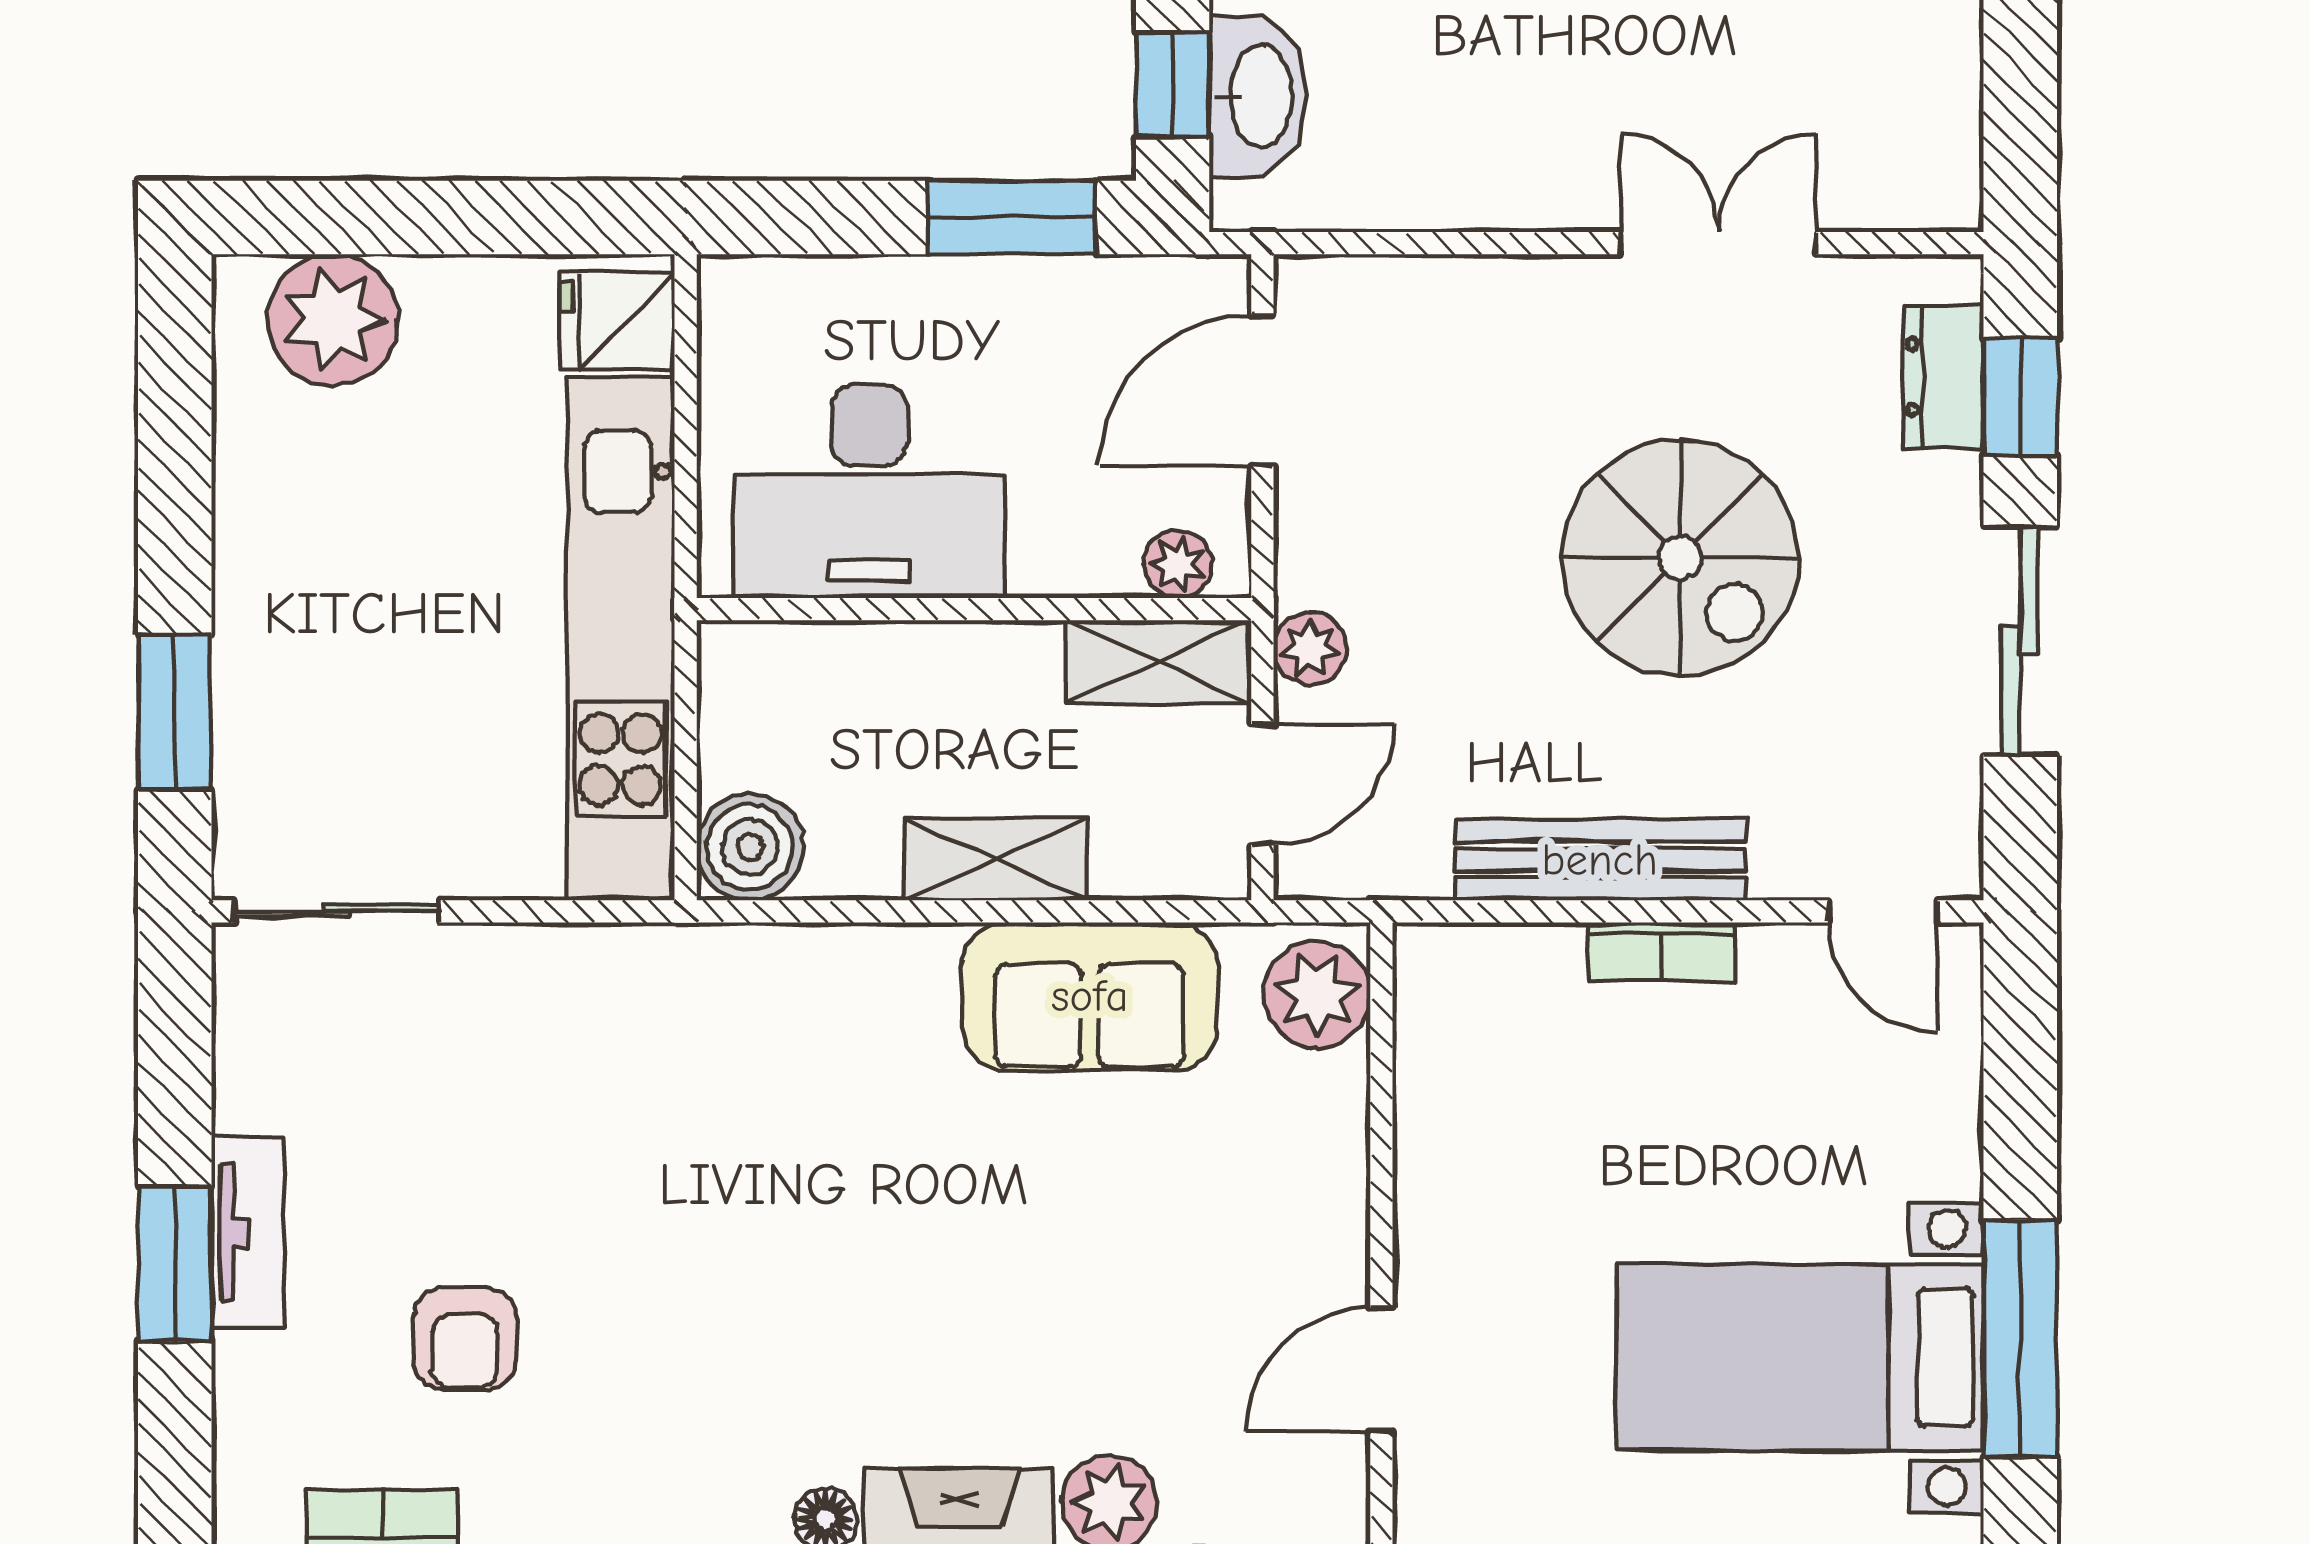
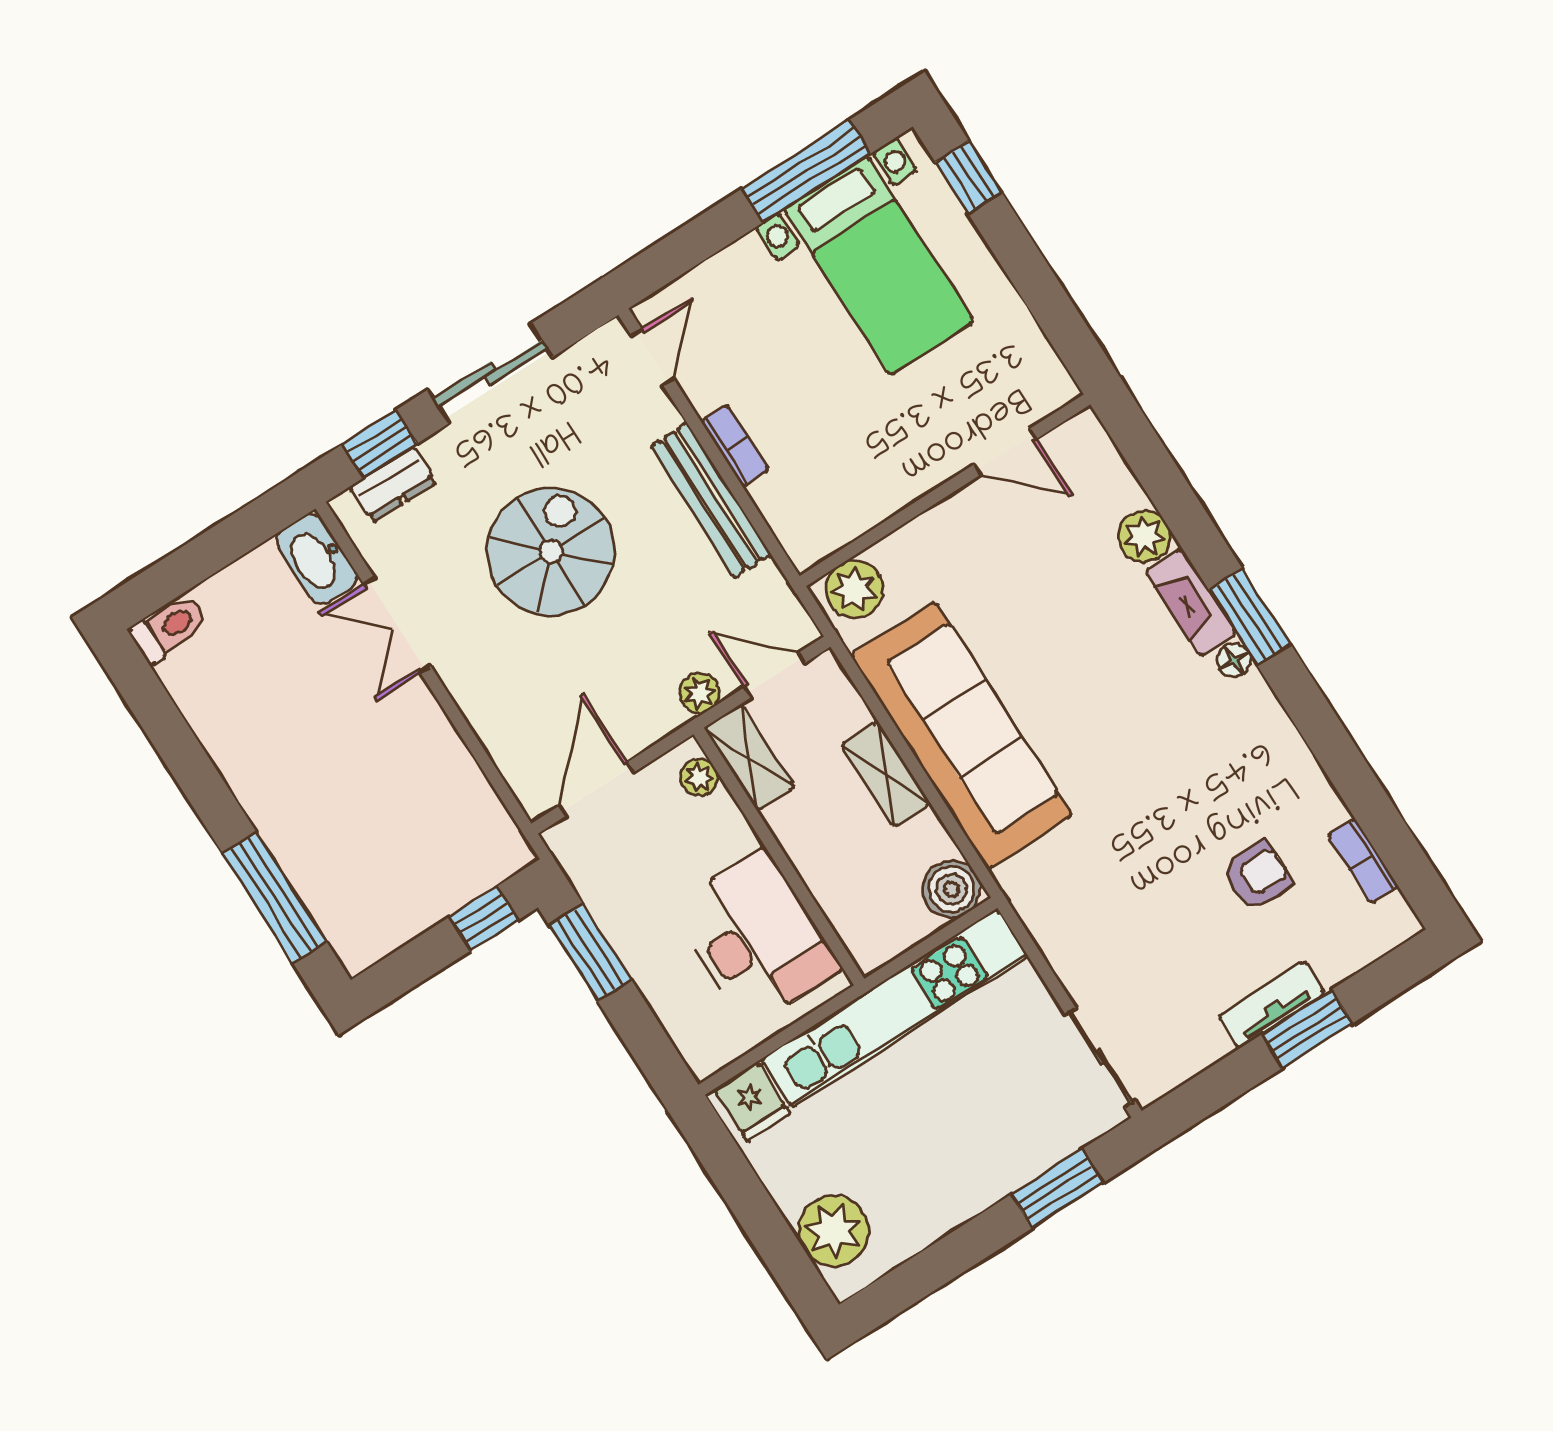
washbasin: (1258, 96) -> (317, 559), moved, turned -90
door: (1262, 391) -> (596, 789), swing flipped
sofa: (1090, 996) -> (961, 735), width x1.85, depth x1.27

